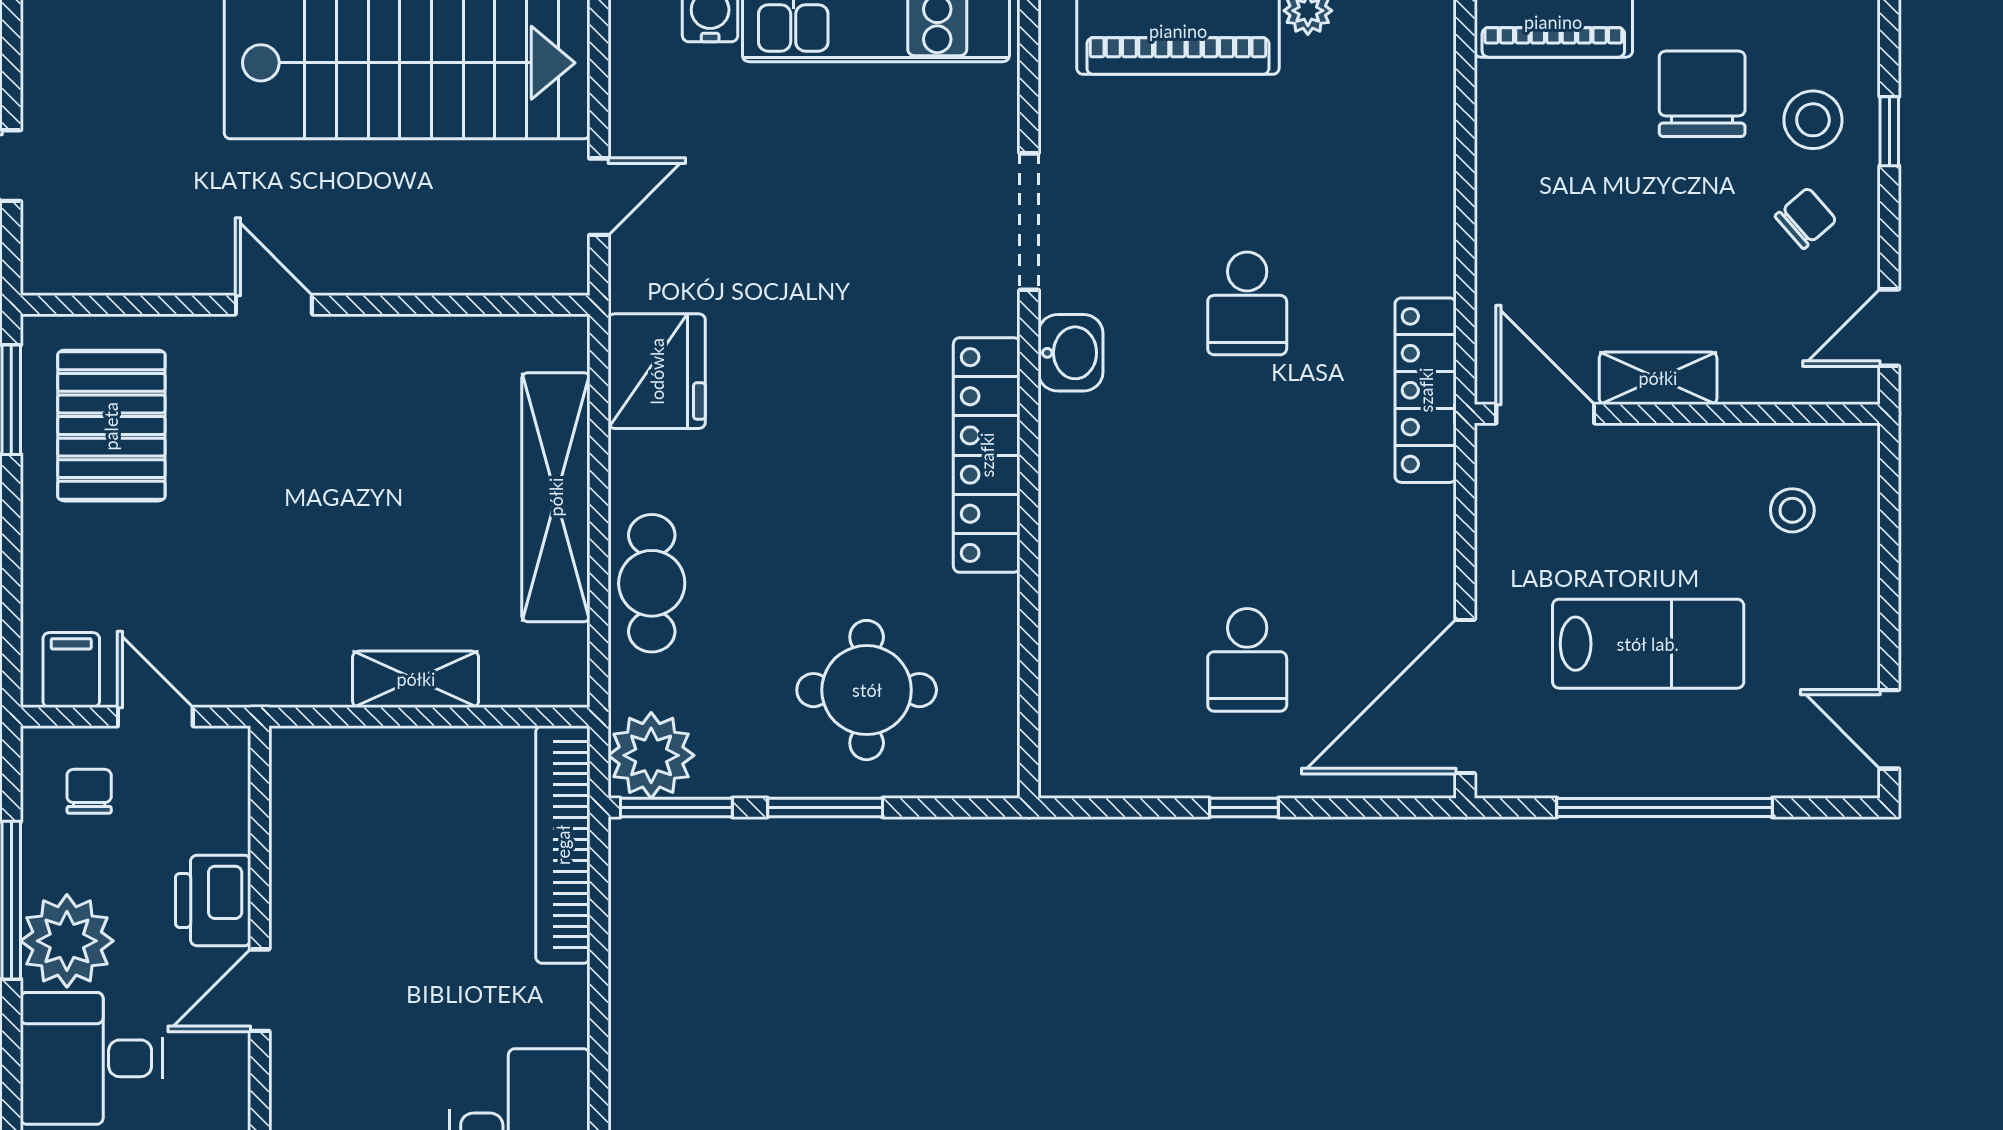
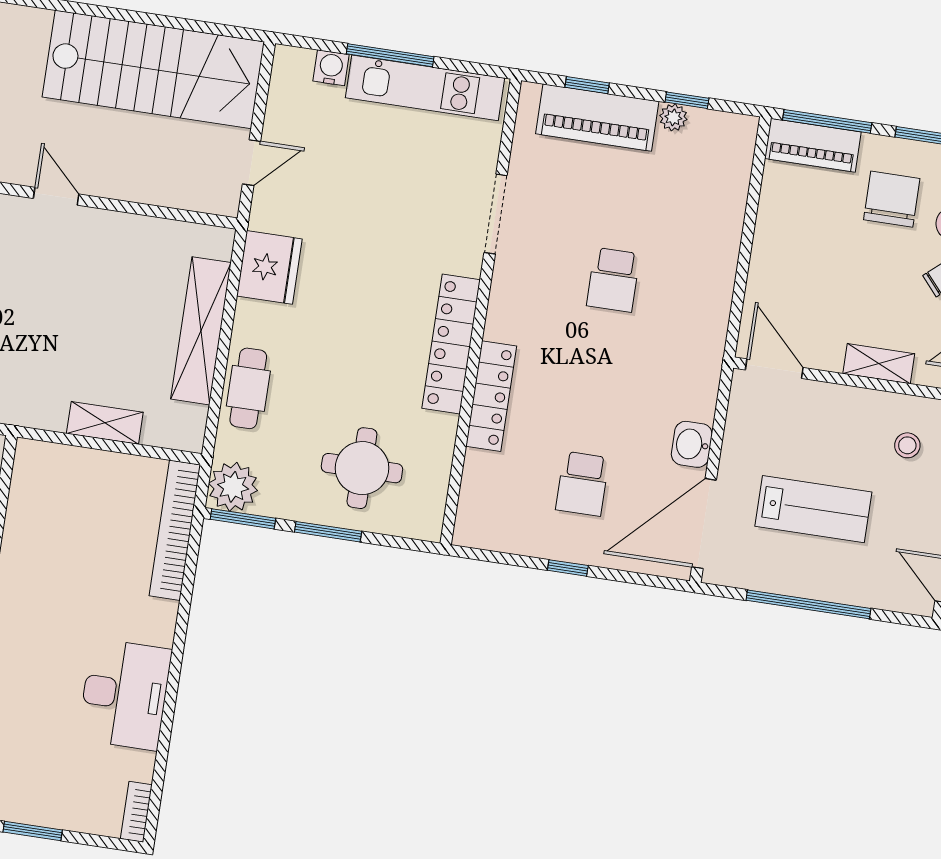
washbasin: (1071, 353) -> (692, 444), moved, turned 180
shelving: (1658, 378) -> (879, 364), moved
locker: (1426, 390) -> (491, 396), moved, turned 180

